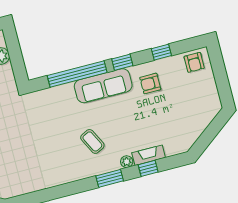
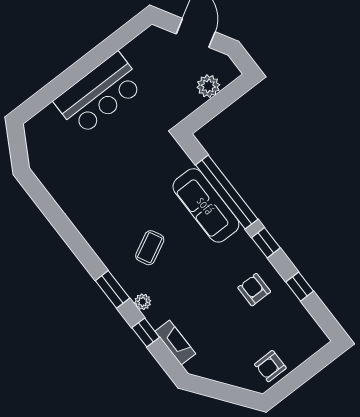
armchair: (194, 62) -> (270, 366), moved
sofa: (103, 86) -> (206, 205), moved
fireplace: (149, 155) -> (175, 342), moved

